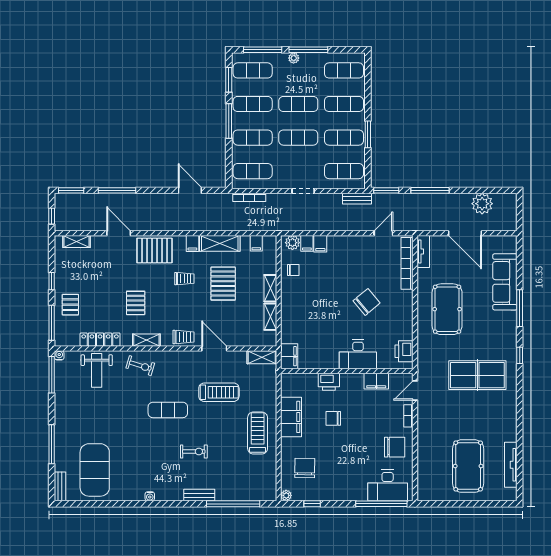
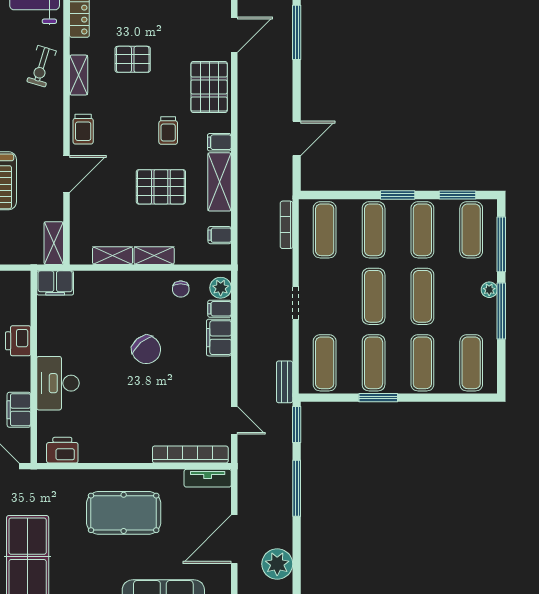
window: (229, 121) -> (398, 195), width x0.69
filing cabinet: (320, 244) -> (219, 338), width x2.00
chair: (367, 302) -> (146, 350), moved

